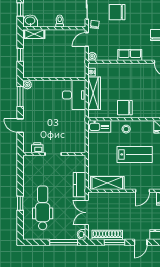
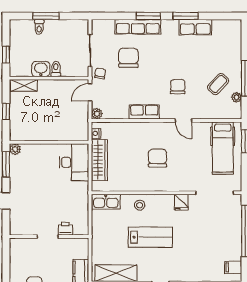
chair: (117, 12) -> (128, 58), turned 90
washbasin: (30, 21) -> (41, 69), moved
chair: (125, 108) -> (157, 158), moved, turned 90
printer: (37, 148) -> (65, 229), moved

